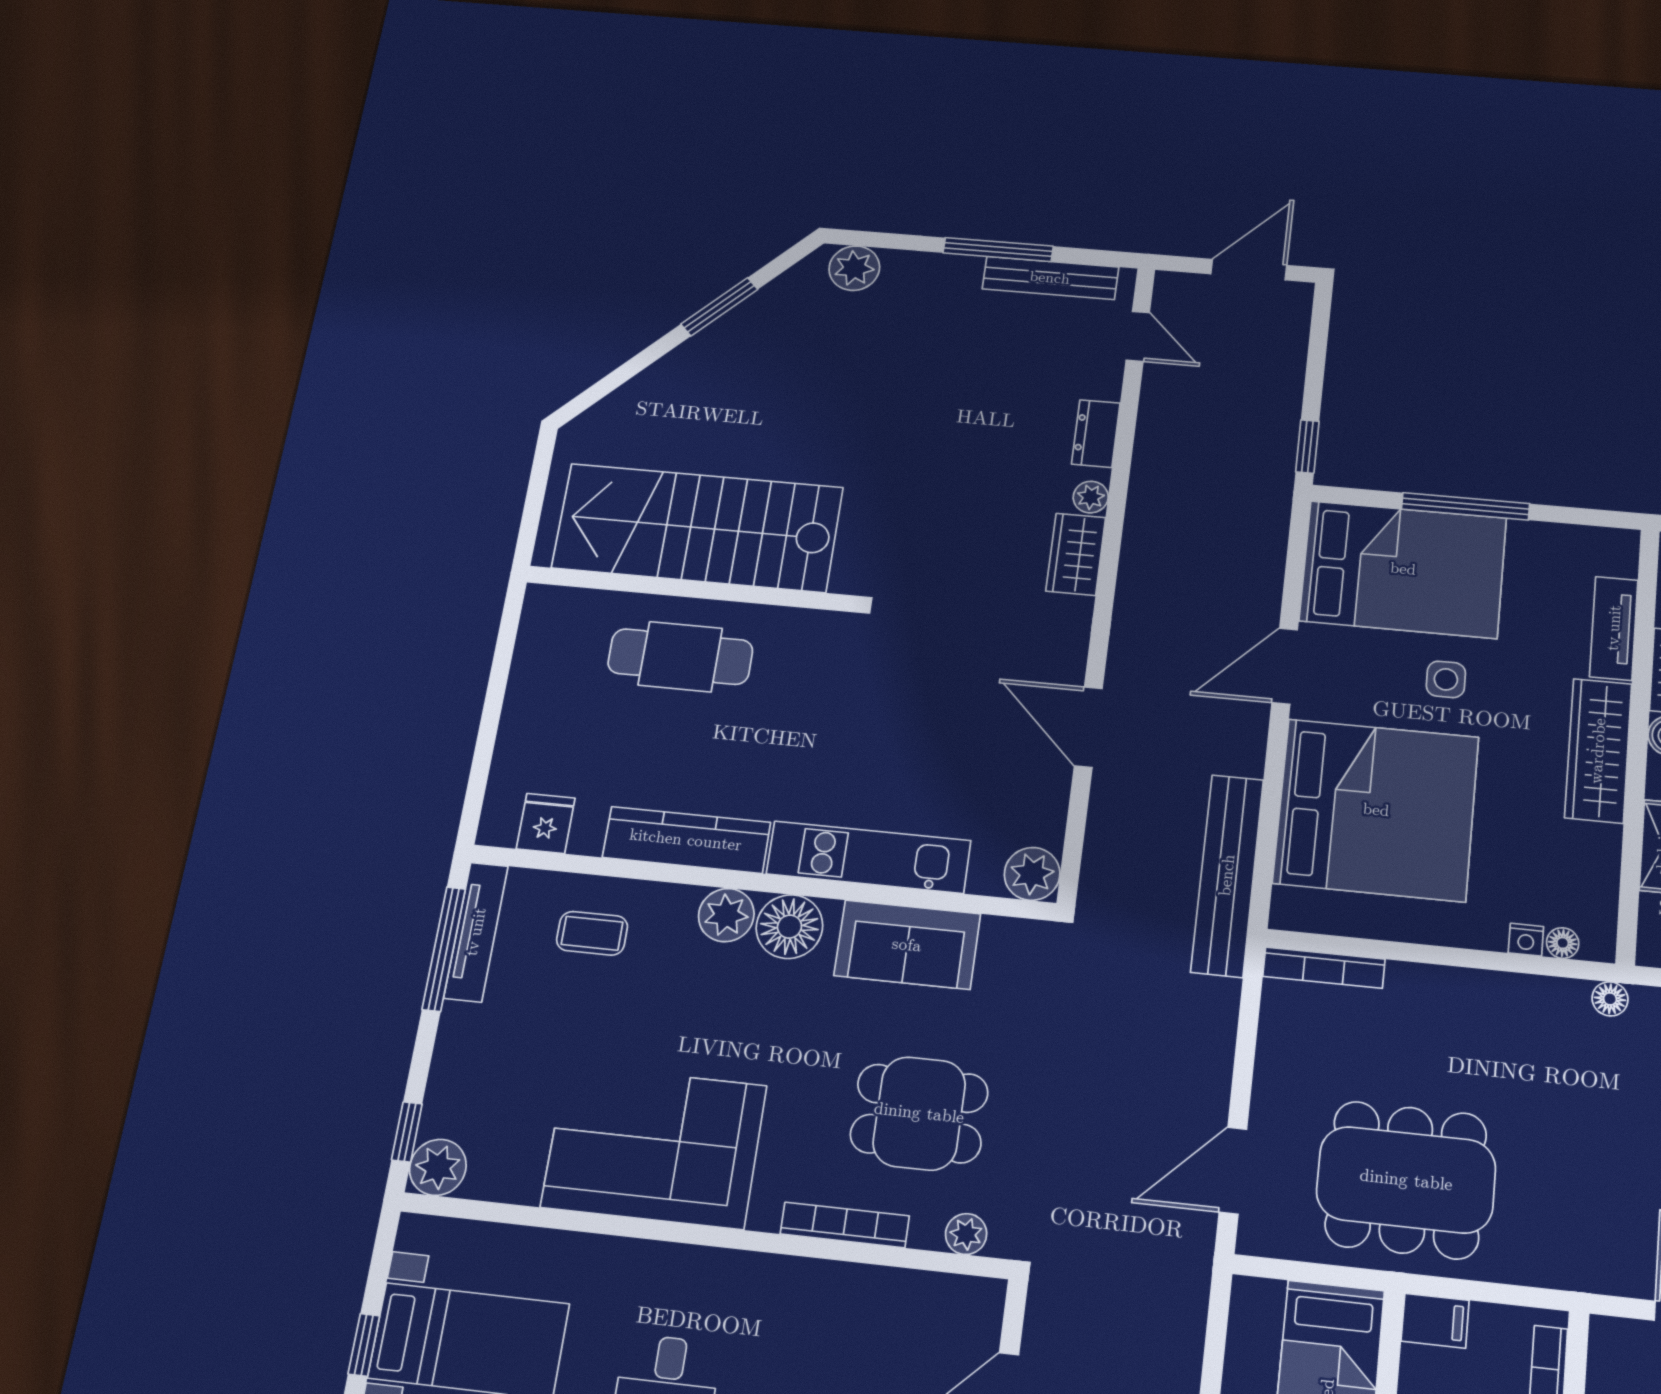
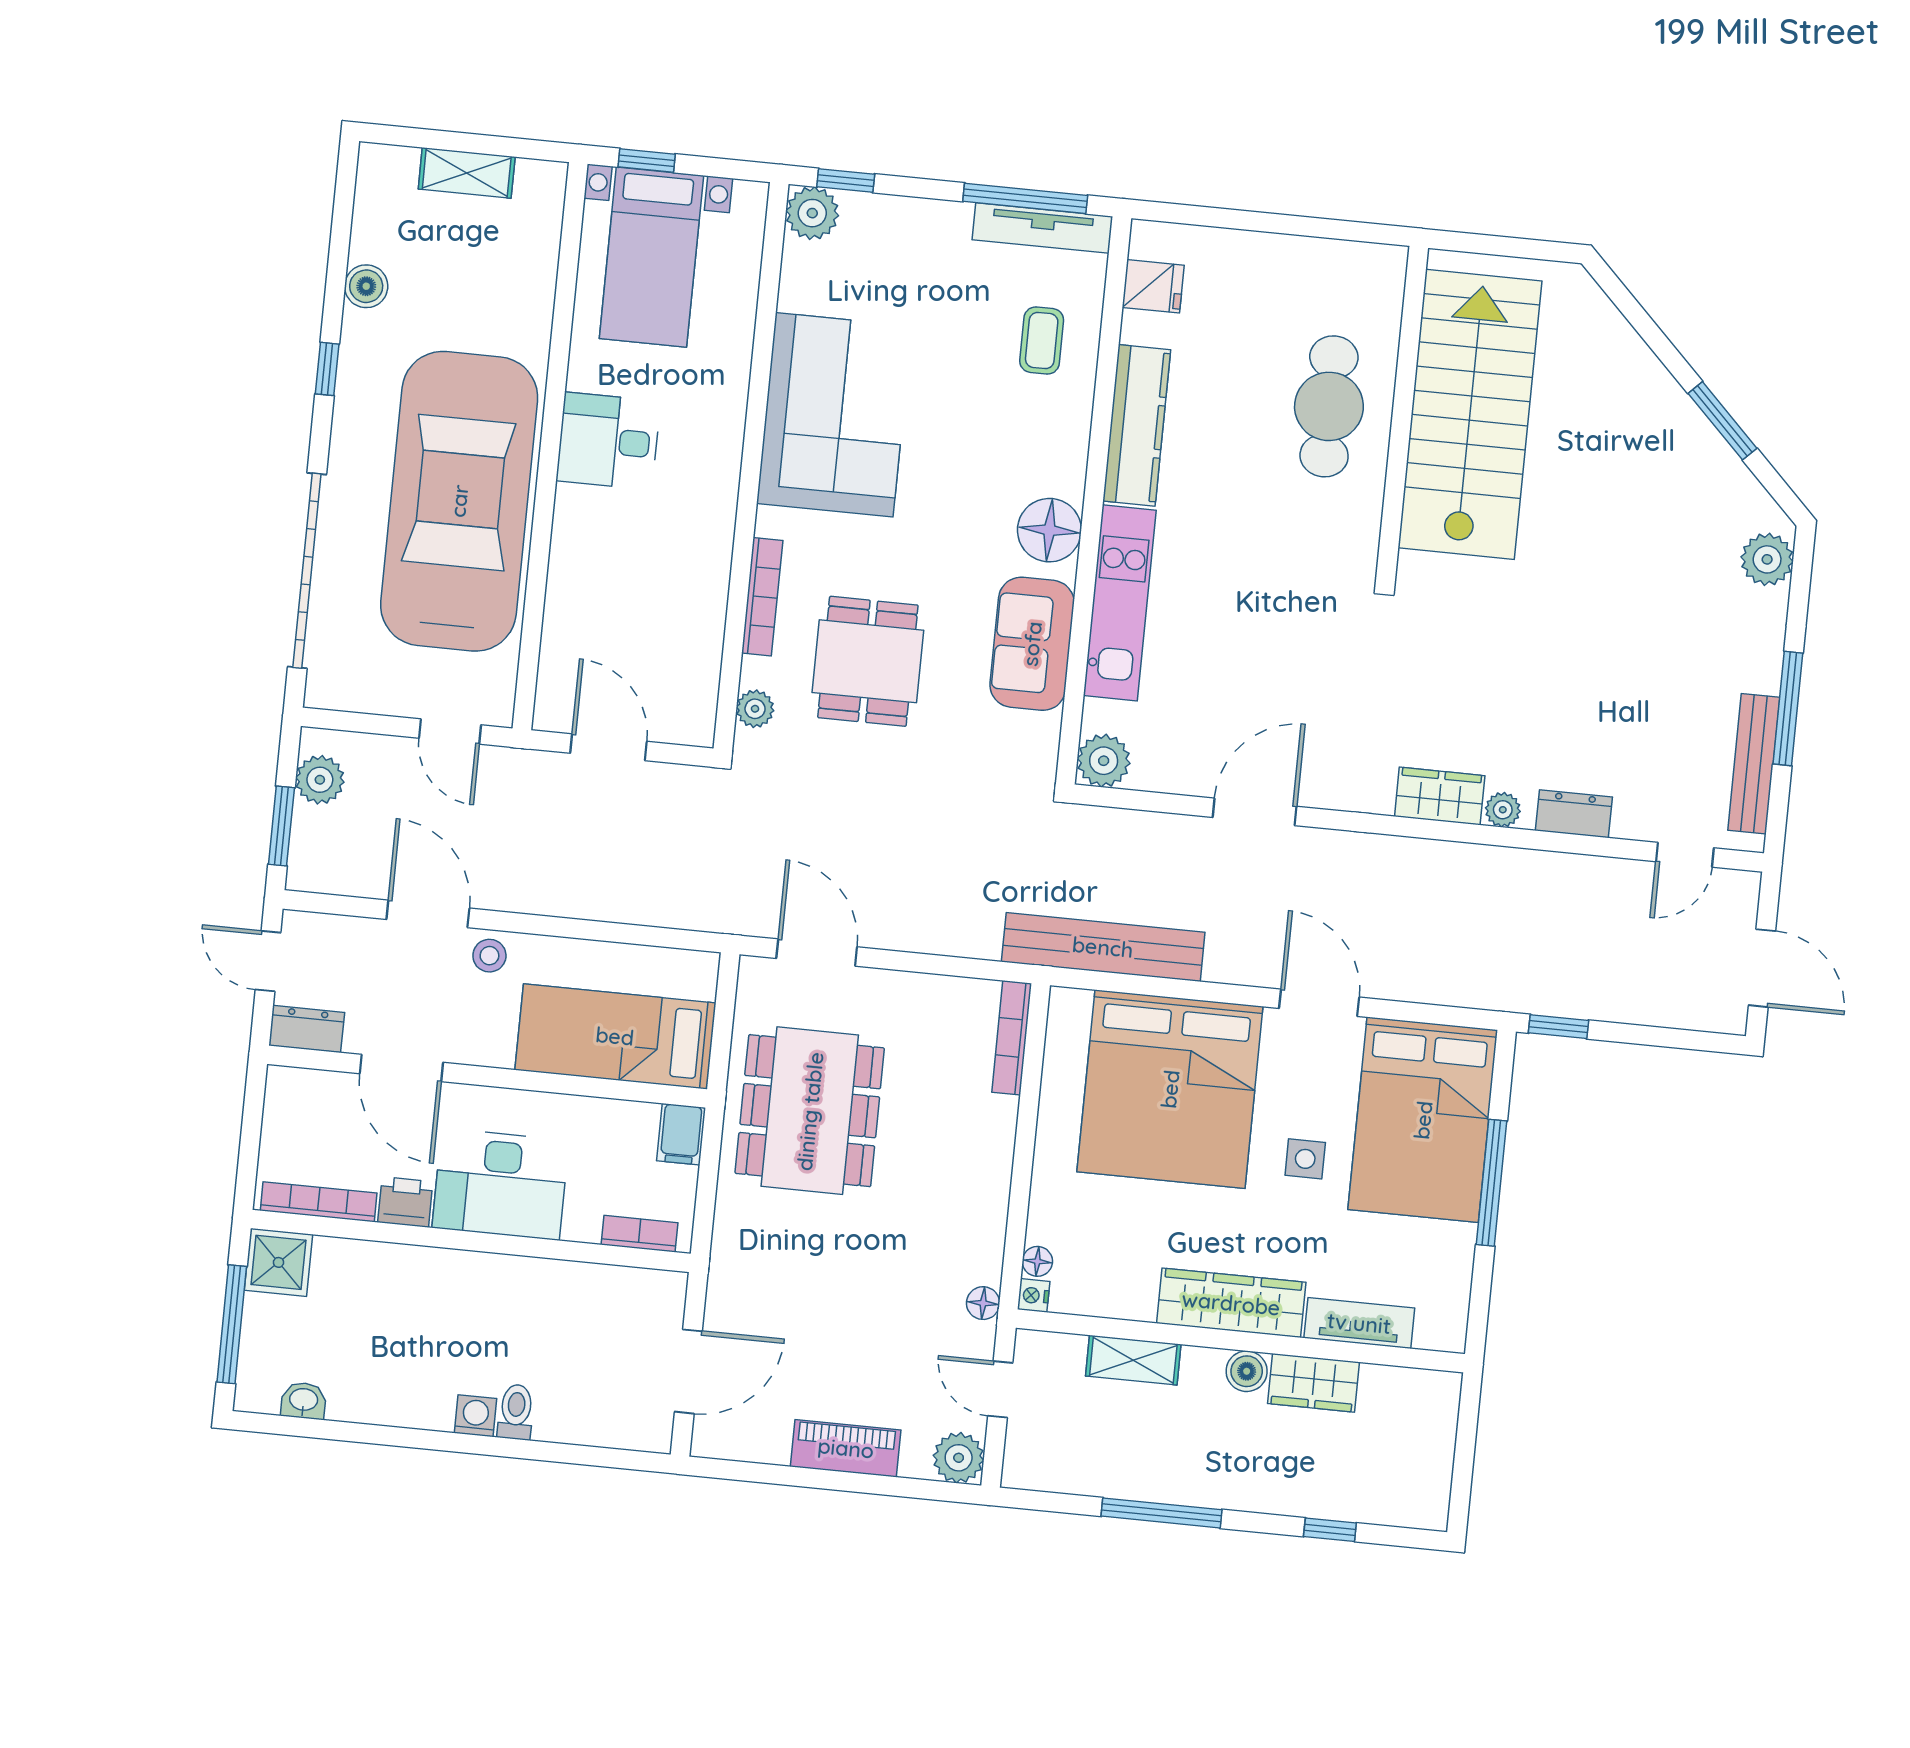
plant: (726, 915) -> (1061, 469), removed
nightstand: (1526, 940) -> (1034, 1295), moved

